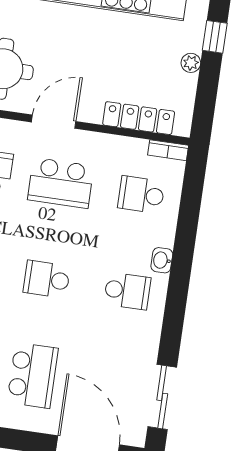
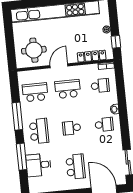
window: (215, 37) -> (116, 42), moved
school desk: (61, 183) -> (68, 89), turned 180
school desk: (141, 195) -> (100, 86), turned 180

